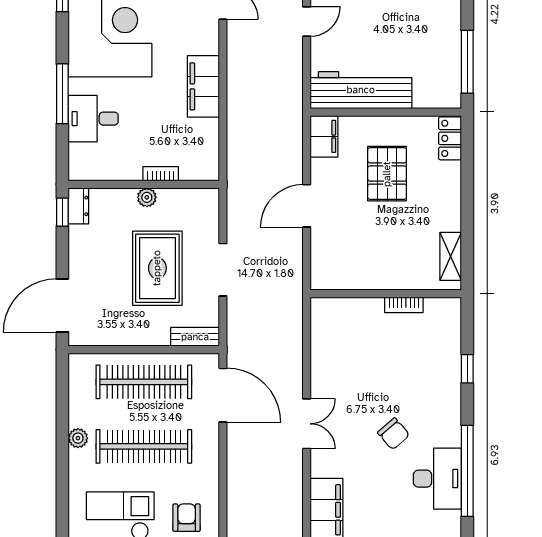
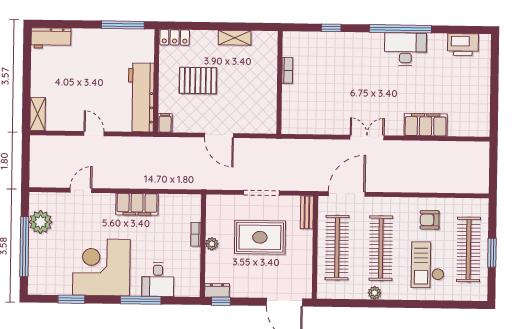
filing cabinet: (324, 136) -> (165, 123), width x0.50
shelving: (451, 256) -> (235, 38), moved
chair: (394, 434) -> (375, 79), removed

